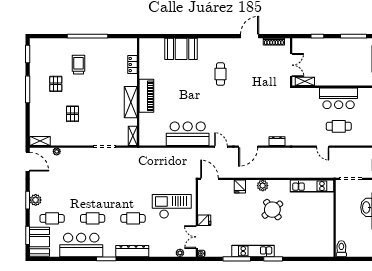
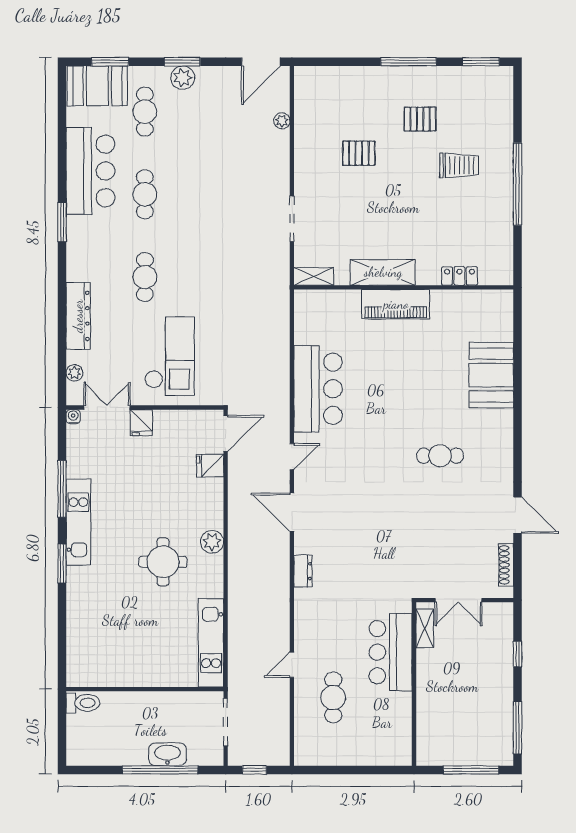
bar counter: (339, 98) -> (391, 652), moved
shelving: (40, 141) -> (303, 87), removed
fridge: (240, 187) -> (210, 466), moved
round table: (272, 210) -> (163, 562), turned 38
dresser: (132, 251) -> (78, 316), moved

